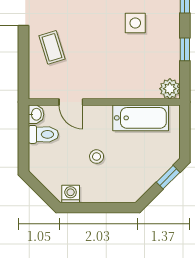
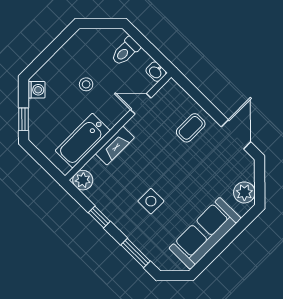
coffee table: (52, 47) -> (191, 128), turned -73
fireplace: (121, 90) -> (115, 146), added
toilet: (43, 134) -> (125, 51), moved
washing machine: (71, 194) -> (37, 90), moved, turned -45

